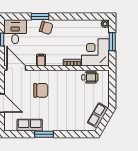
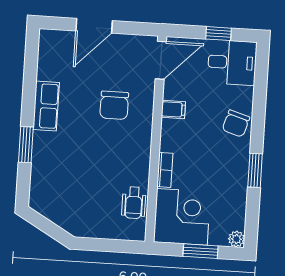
window: (40, 16) -> (255, 170), moved
row of seats: (98, 115) -> (59, 214), removed
row of seats: (30, 125) -> (46, 106), moved
window: (44, 134) -> (26, 145), moved

